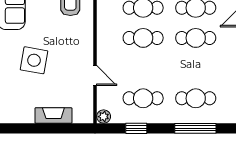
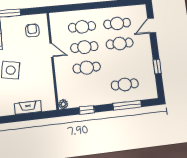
door: (95, 75) -> (51, 50), moved
cafe table: (143, 98) -> (87, 68), moved

